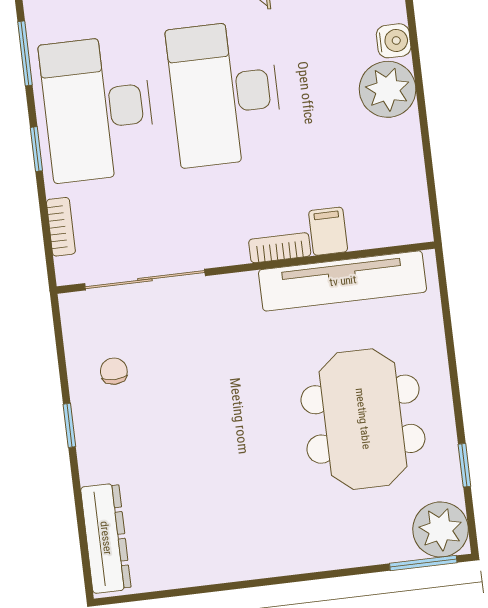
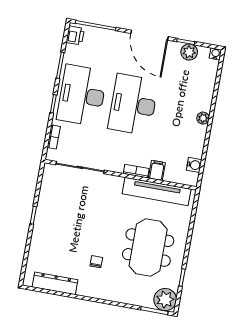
water cooler: (394, 41) -> (194, 165), moved
plant: (388, 89) -> (203, 118), width x0.53, depth x0.53
chair: (114, 371) -> (96, 262), moved
dresser: (106, 538) -> (55, 283), moved, turned -90

